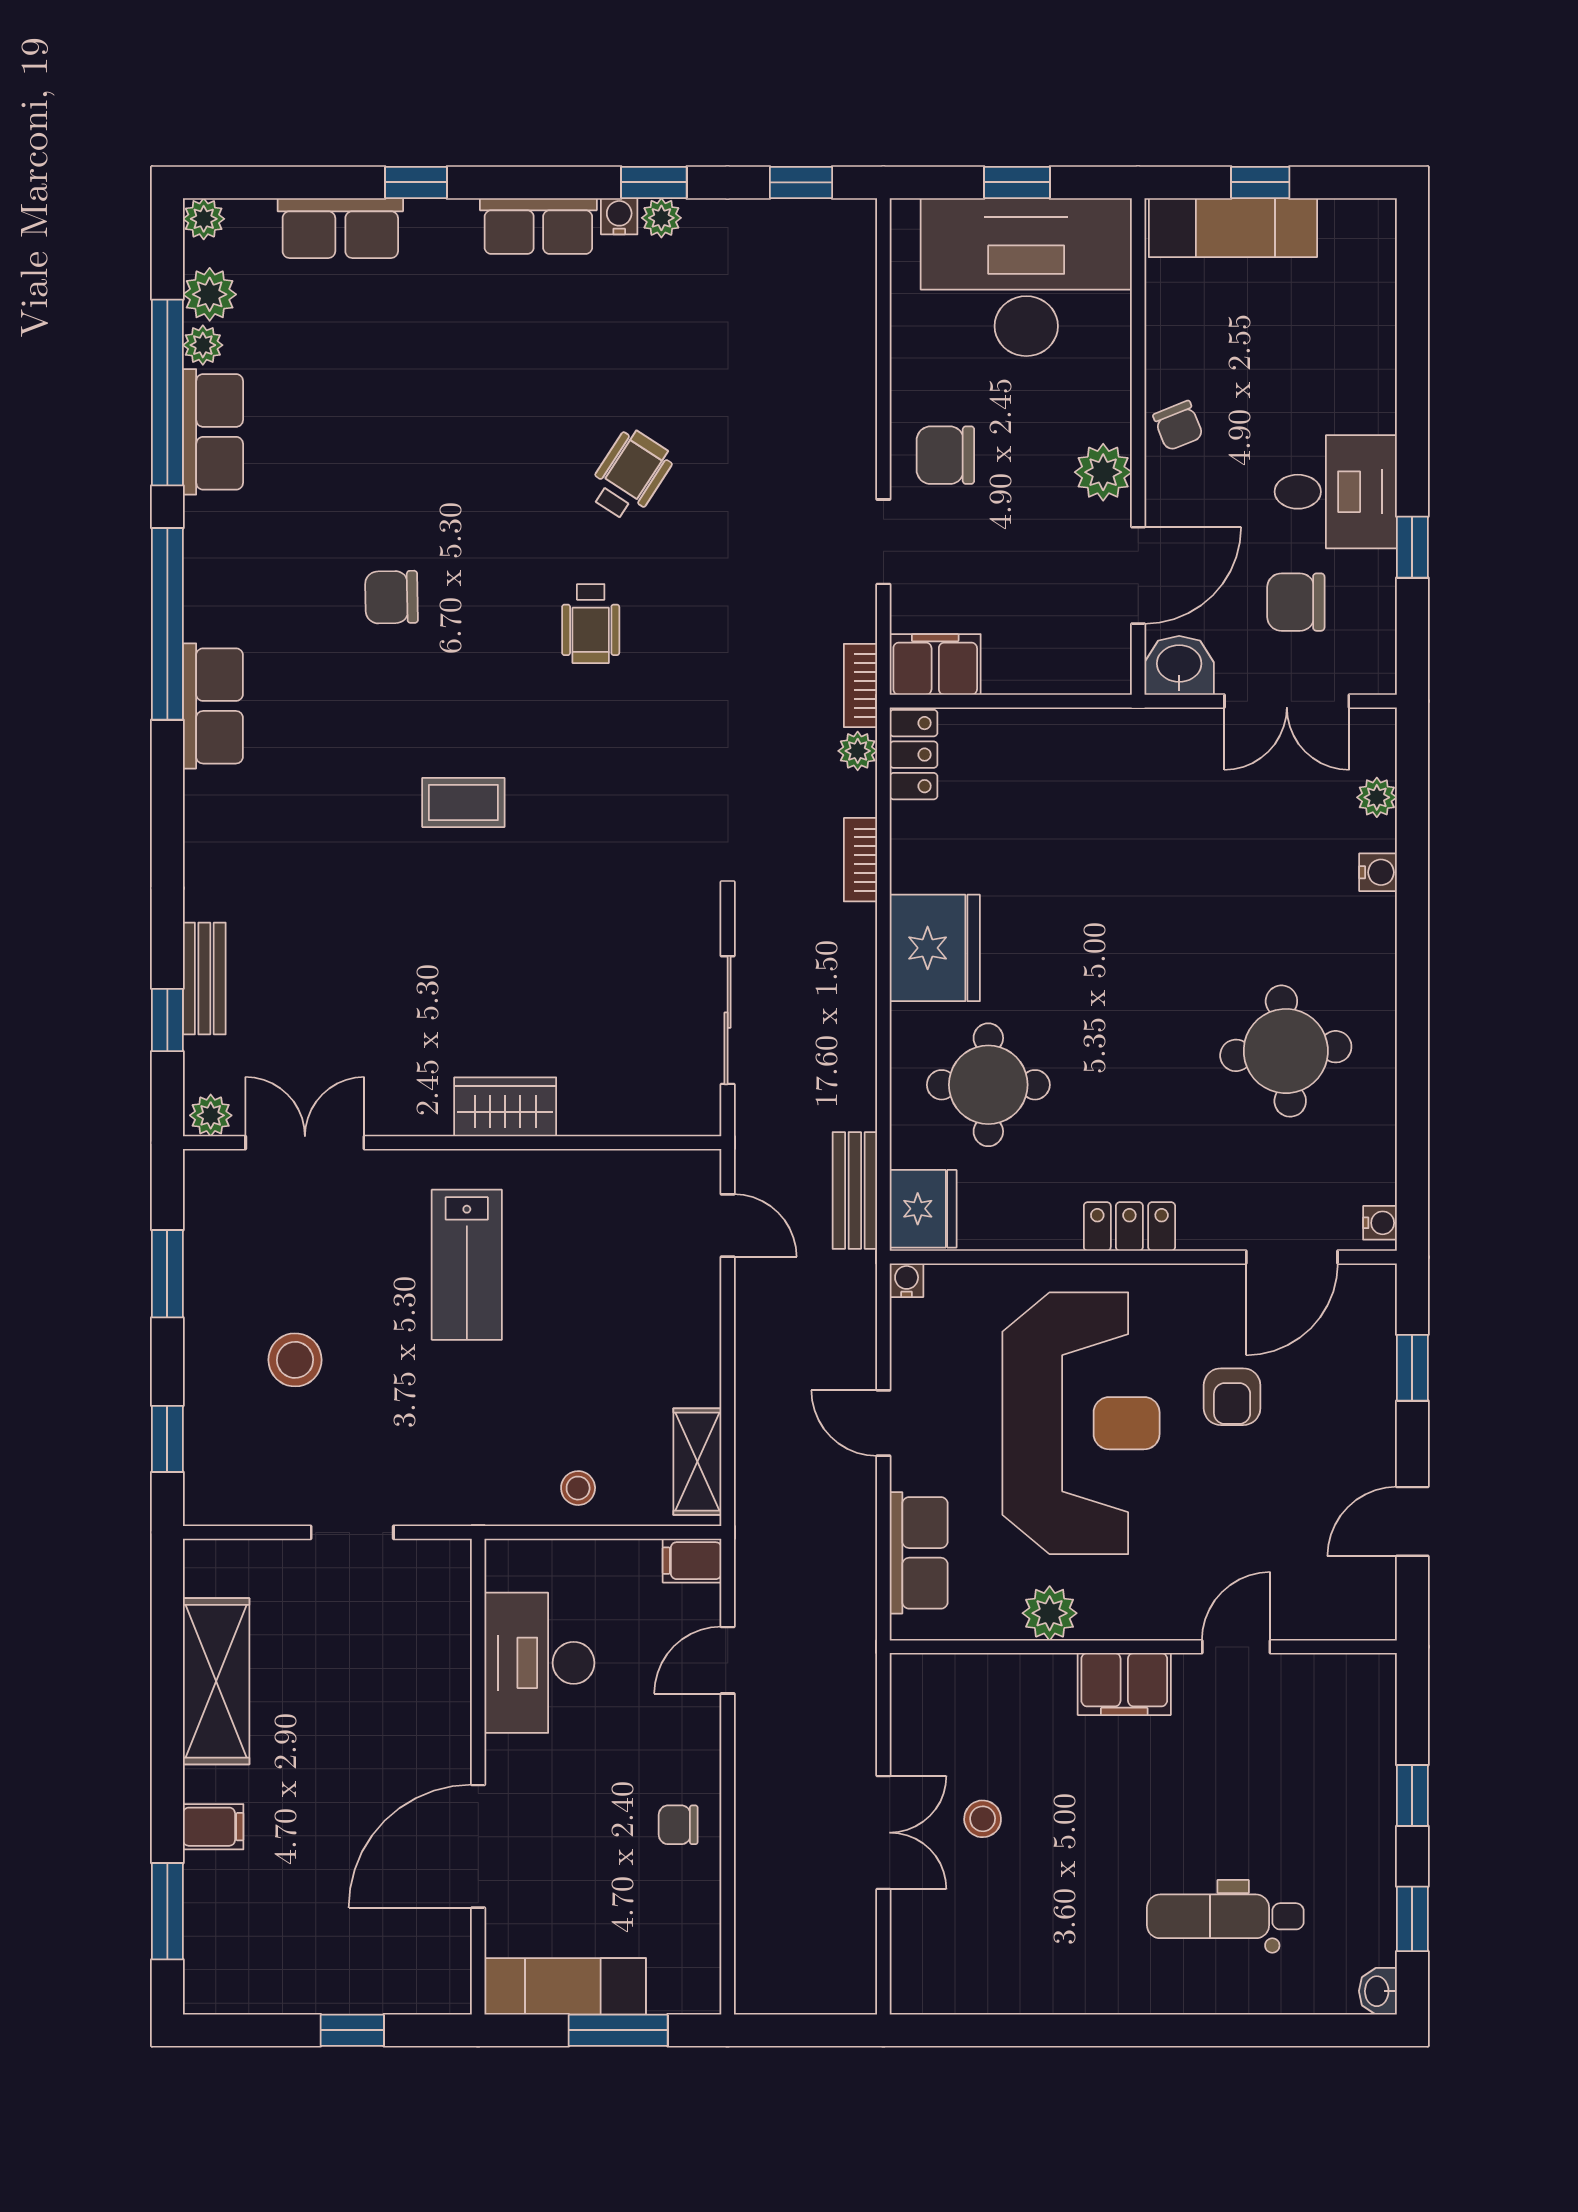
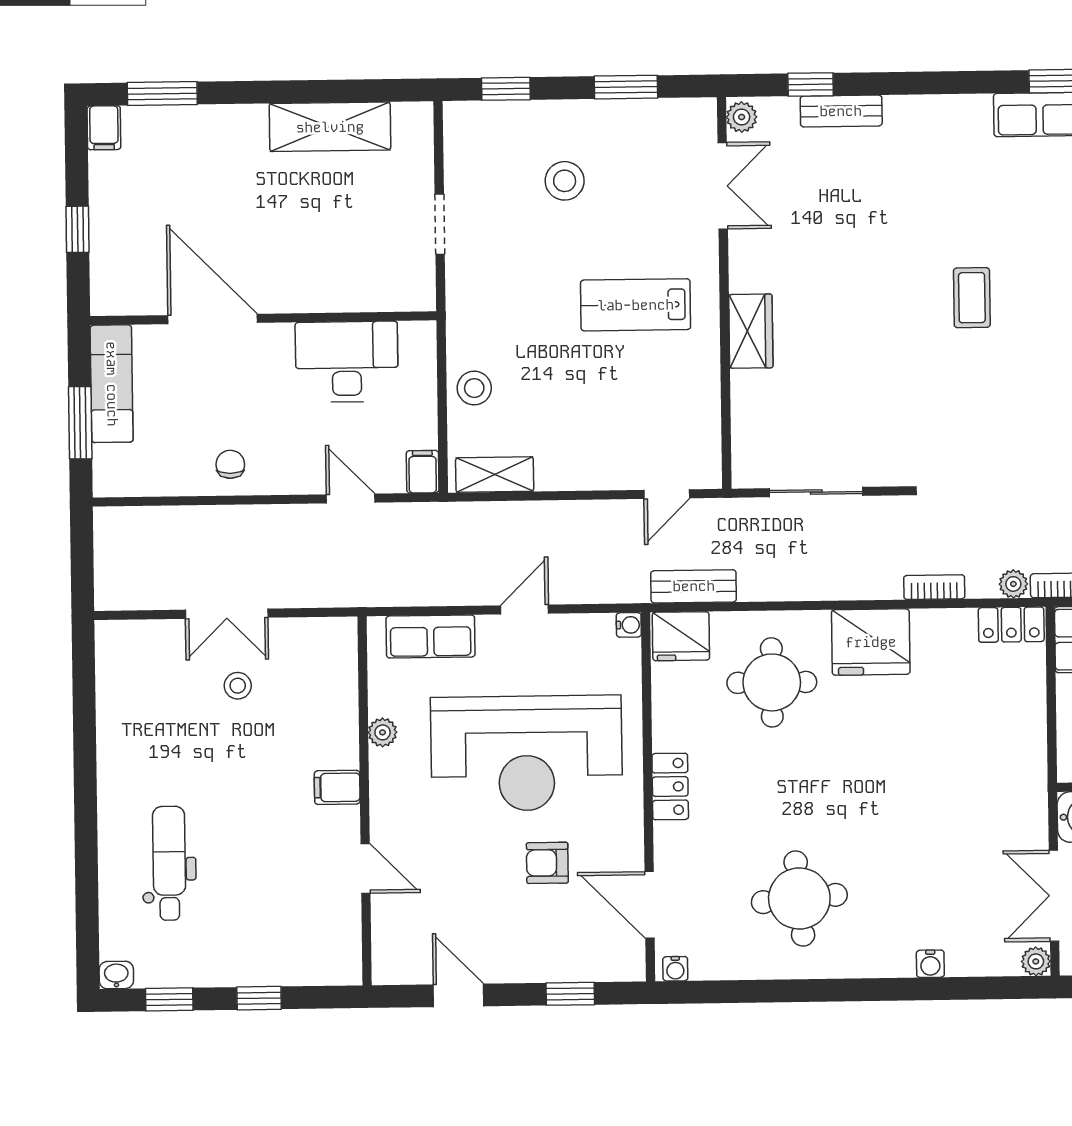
plant: (1377, 797) -> (1036, 961), moved
stool: (578, 1488) -> (474, 388), width x1.37, depth x1.37
plant: (1050, 1613) -> (383, 732), width x0.73, depth x0.73
filing cabinet: (1124, 1684) -> (337, 787), width x0.50
filing cabinet: (213, 1827) -> (104, 128), moved

